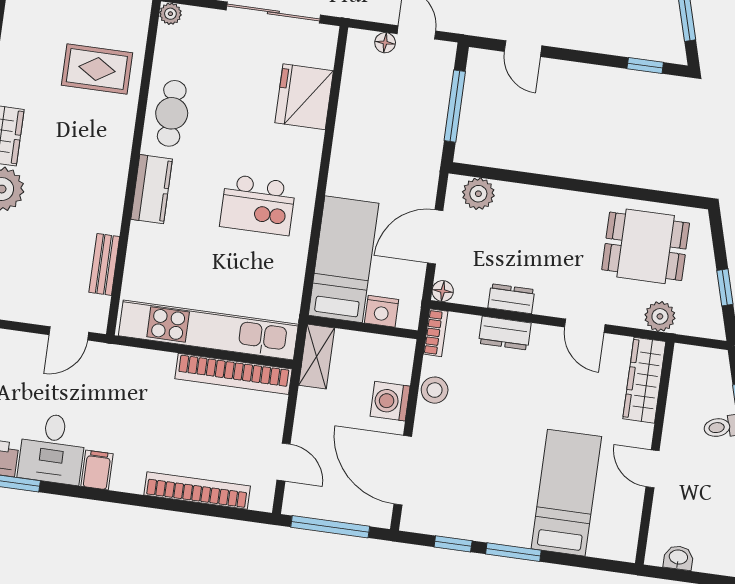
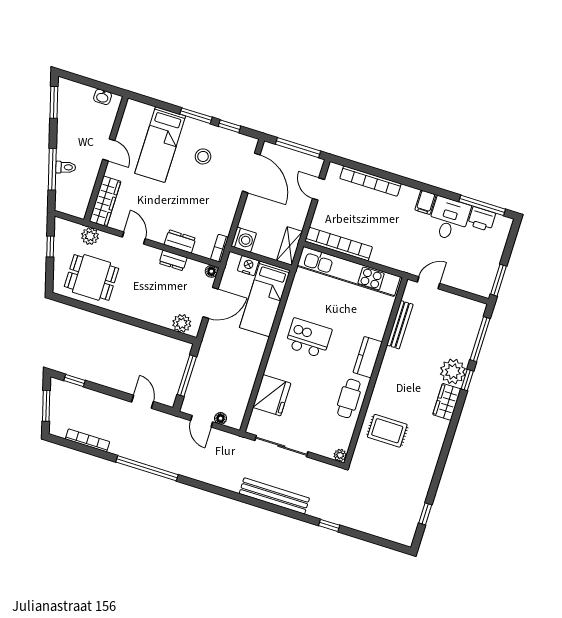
bench: (104, 264) -> (400, 325), width x1.36
stool: (435, 390) -> (203, 156), moved
washing machine: (390, 401) -> (244, 240), moved

